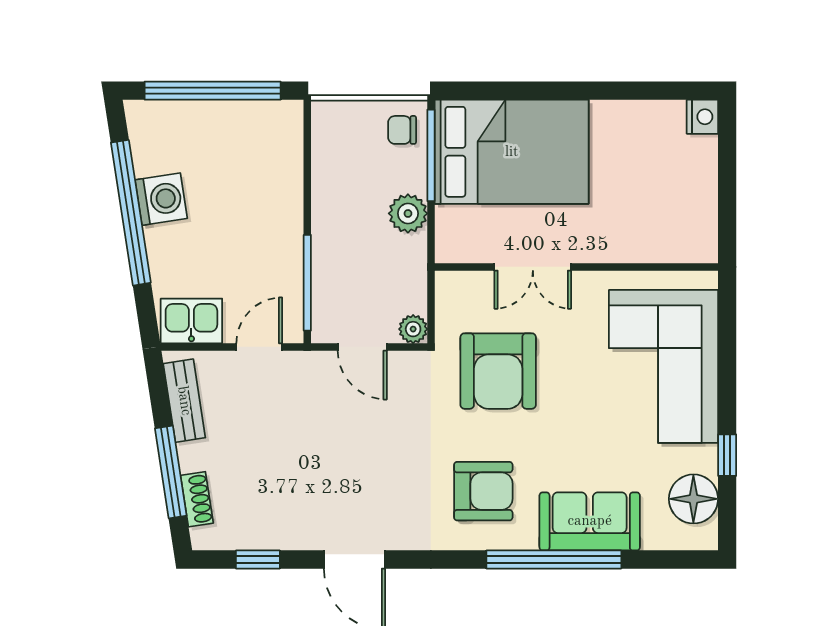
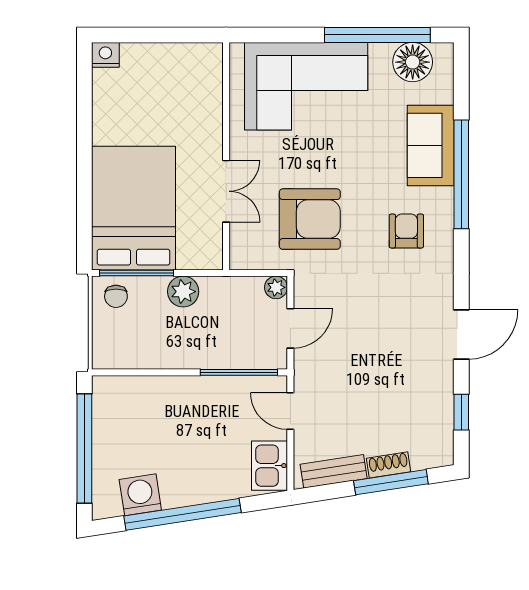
washing machine: (161, 199) -> (140, 495), moved
window: (727, 455) -> (377, 35), width x3.17
armchair: (483, 491) -> (406, 231), width x0.72, depth x0.72
shoe rack: (197, 499) -> (389, 465), moved

